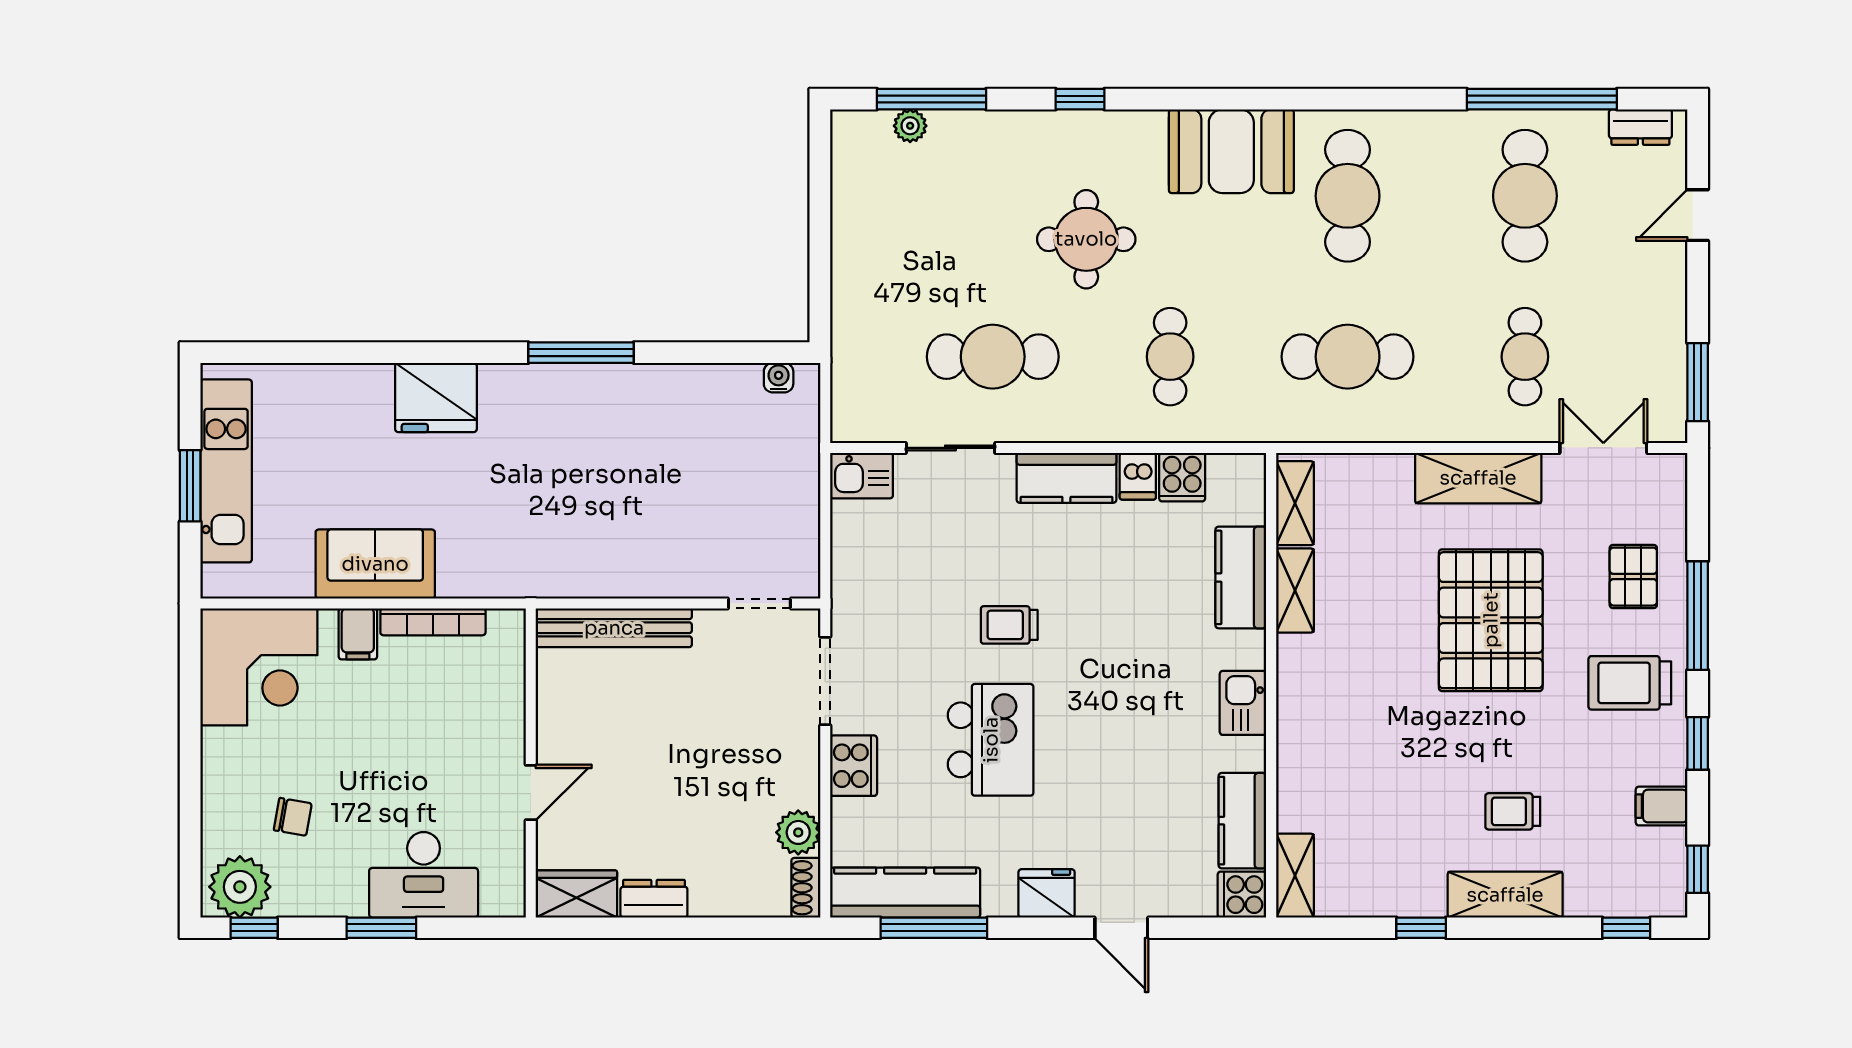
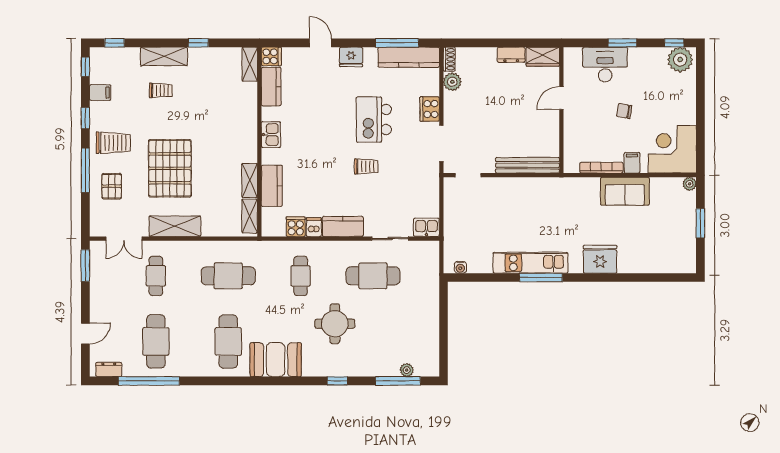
kitchen unit: (226, 471) -> (530, 263), moved, turned 90
plant: (217, 582) -> (690, 184), added
chair: (293, 817) -> (624, 111), moved

